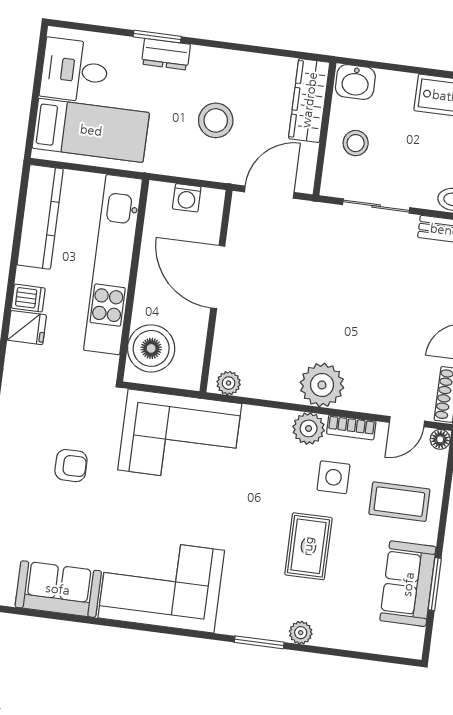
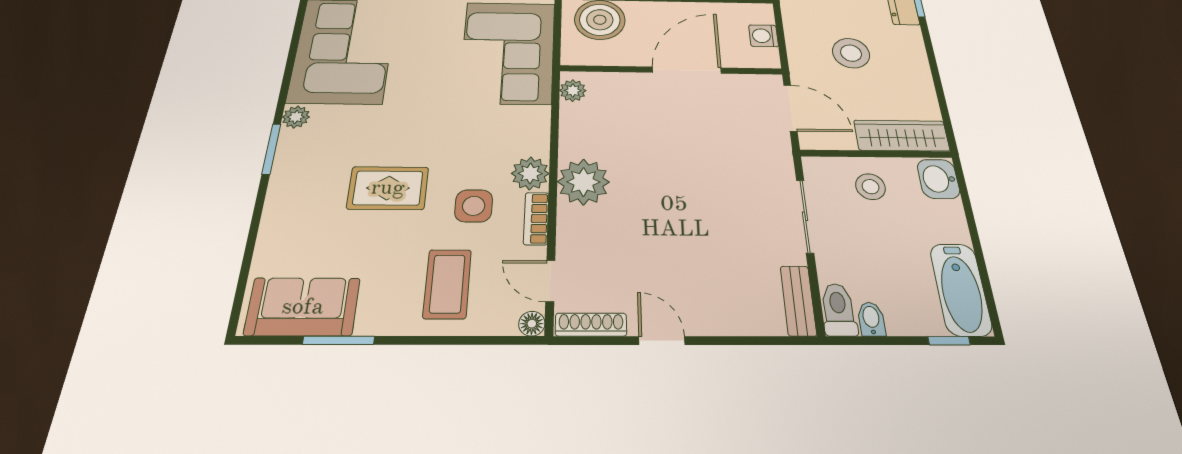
sofa: (408, 584) -> (303, 307), moved
plant: (301, 633) -> (296, 117), moved

